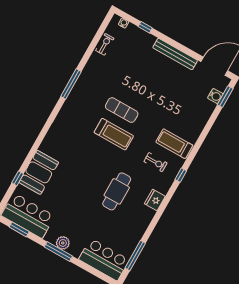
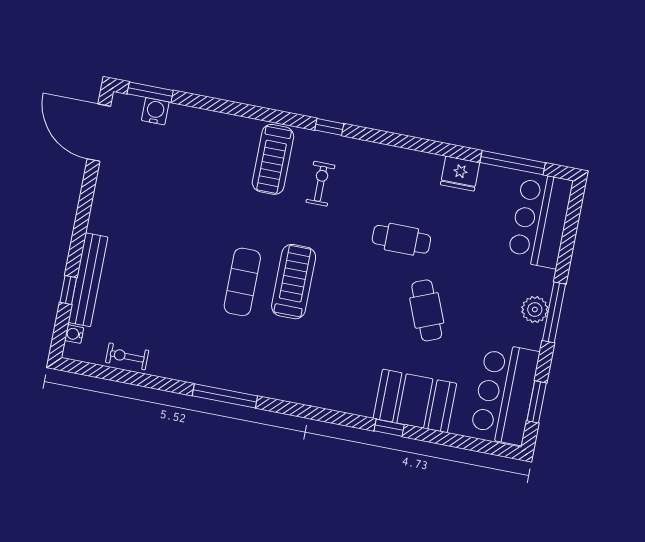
bench: (175, 54) -> (88, 280), moved
window: (18, 178) -> (389, 428), moved
cafe table: (117, 191) -> (401, 239), width x0.73, depth x0.74
cafe table: (79, 192) -> (427, 310), added
fridge: (155, 200) -> (460, 174), moved

